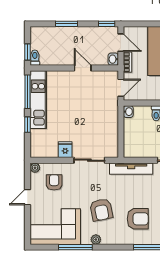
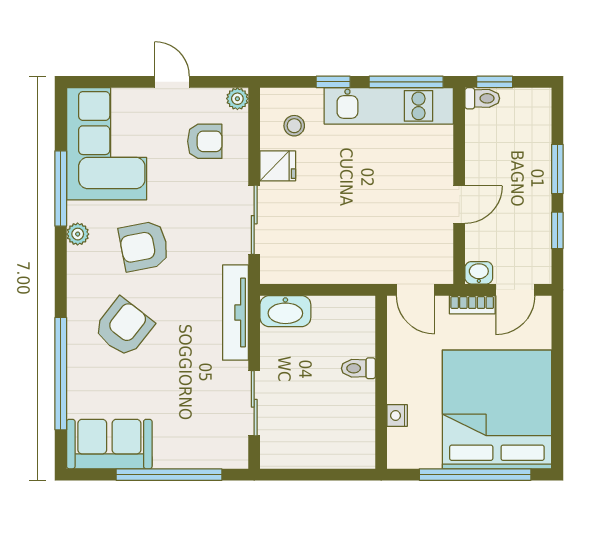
window: (107, 24) -> (557, 230), moved
washbasin: (128, 112) -> (285, 311), moved, width x1.91, depth x1.45
stool: (47, 142) -> (294, 126), added
armchair: (138, 219) -> (124, 327), turned -142

